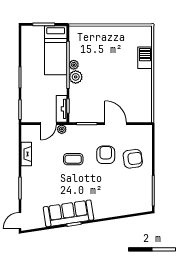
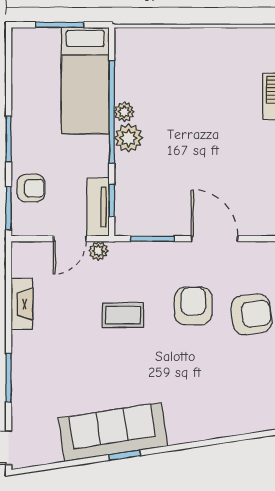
armchair: (30, 100) -> (31, 188), added

